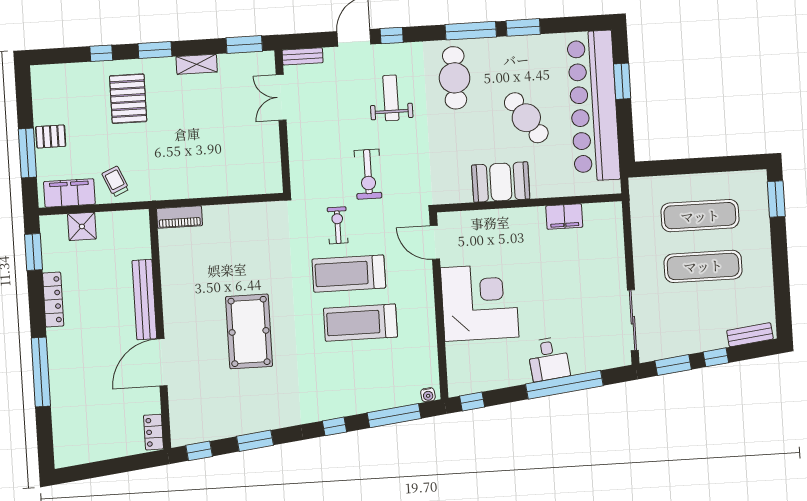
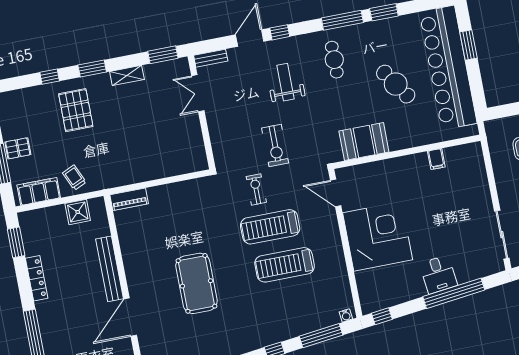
cafe table: (455, 78) -> (334, 60), width x0.73, depth x0.74
booth: (501, 182) -> (364, 141), moved
filing cabinet: (564, 217) -> (436, 159), width x0.50
shower: (82, 226) -> (78, 212), moved

